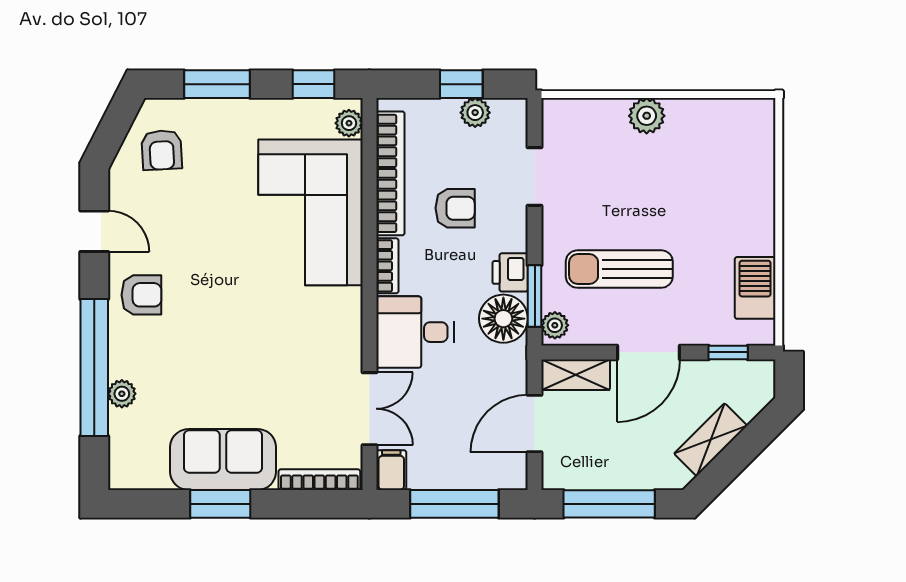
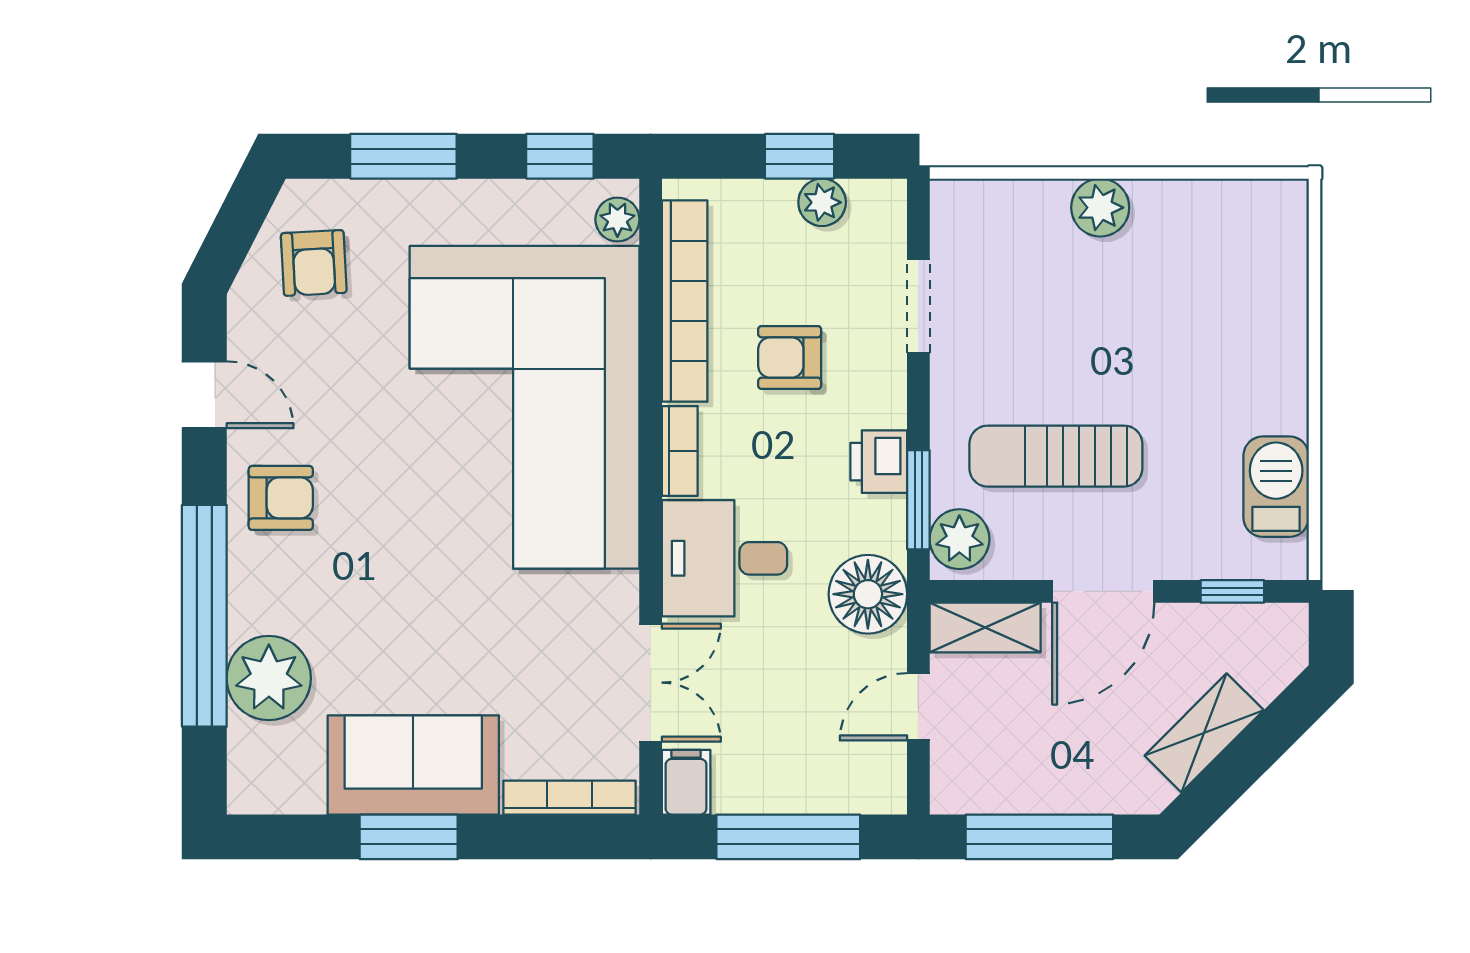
armchair: (455, 208) -> (790, 358), turned 180
corner sofa: (310, 212) -> (525, 407), width x1.36, depth x1.36
floor lamp: (503, 319) -> (868, 594), moved
plant: (555, 325) -> (959, 539), width x1.38, depth x1.38
plant: (122, 394) -> (269, 678), width x1.87, depth x1.87
door: (535, 424) -> (918, 707), width x0.73

